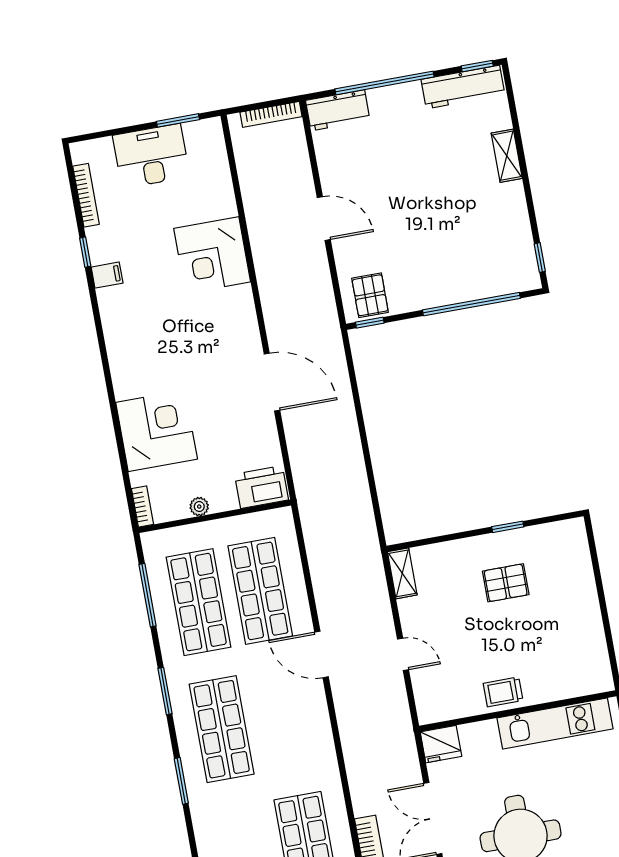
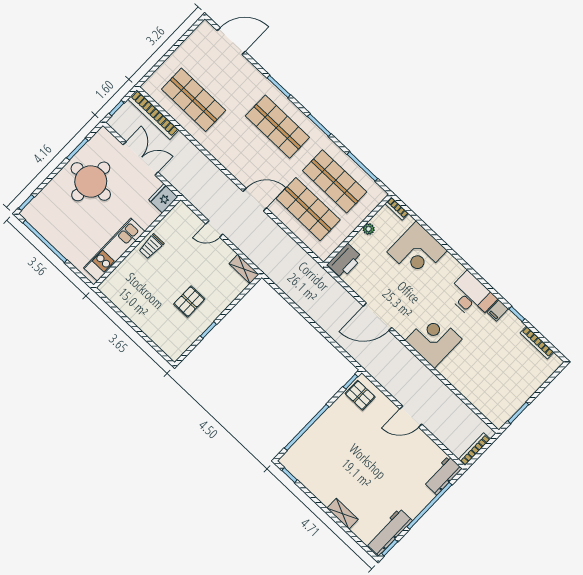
desk: (151, 156) -> (471, 296), moved, turned -90
corner desk: (212, 255) -> (434, 340), moved
trolley: (503, 692) -> (151, 247), turned 180

